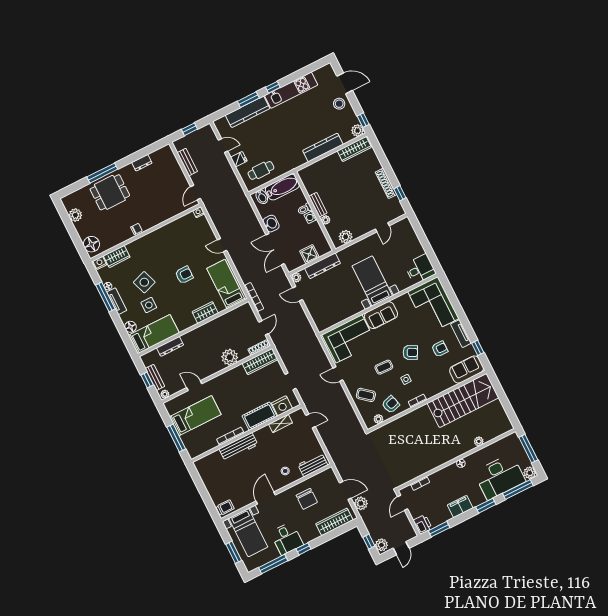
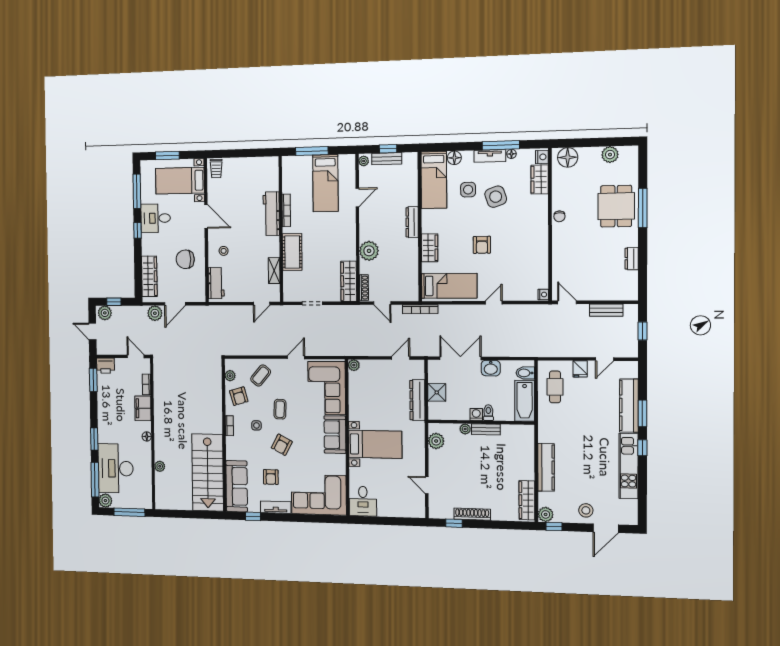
plant: (296, 278) -> (354, 365), moved
dresser: (170, 346) -> (412, 222), moved
sofa: (467, 370) -> (237, 486), width x1.36
nightstand: (282, 406) -> (291, 281), removed
filing cabinet: (460, 507) -> (143, 408), moved, turned 180

